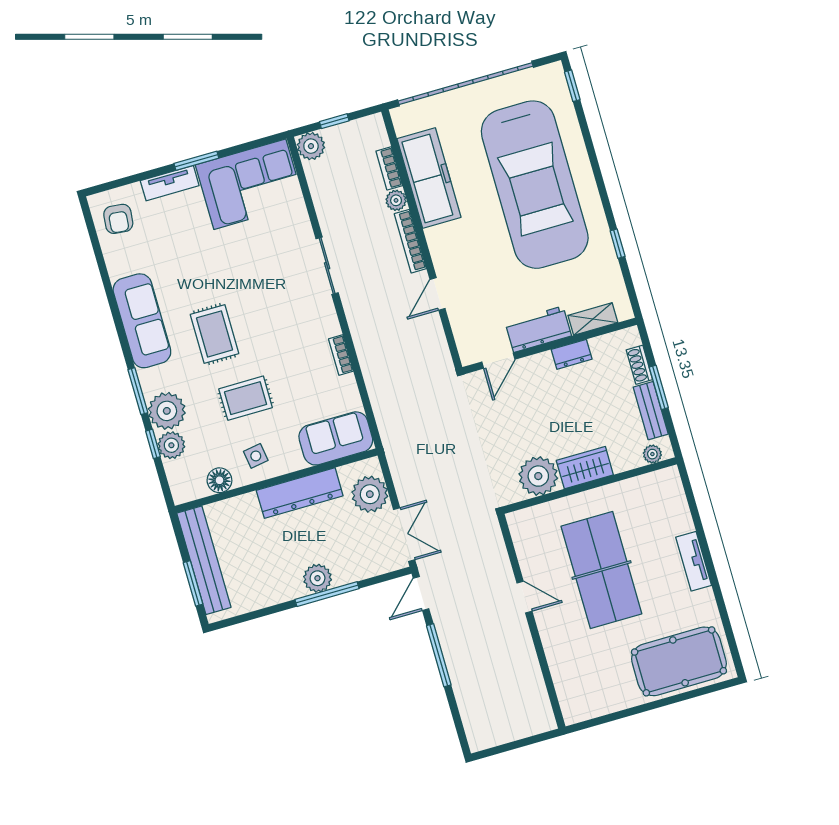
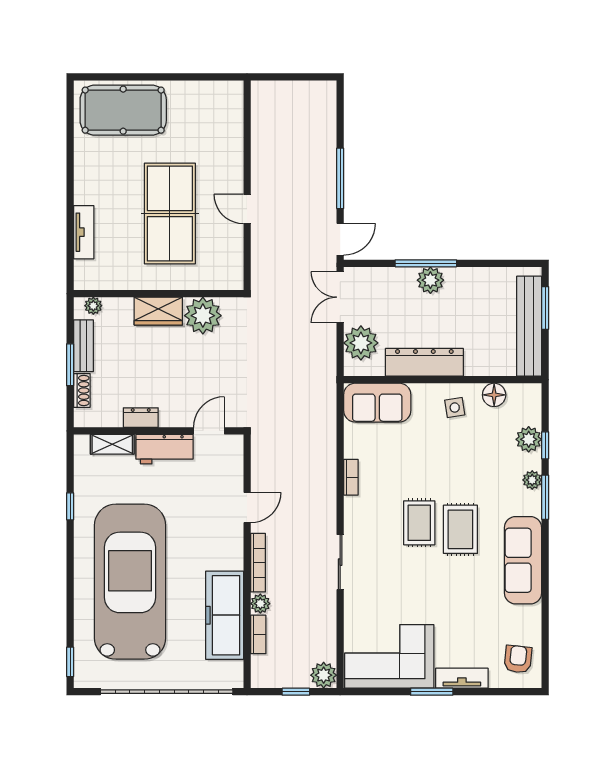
rug: (246, 398) -> (419, 523), moved, turned 90
plant: (167, 411) -> (532, 480), width x0.53, depth x0.53
tv unit: (694, 561) -> (84, 232), moved

